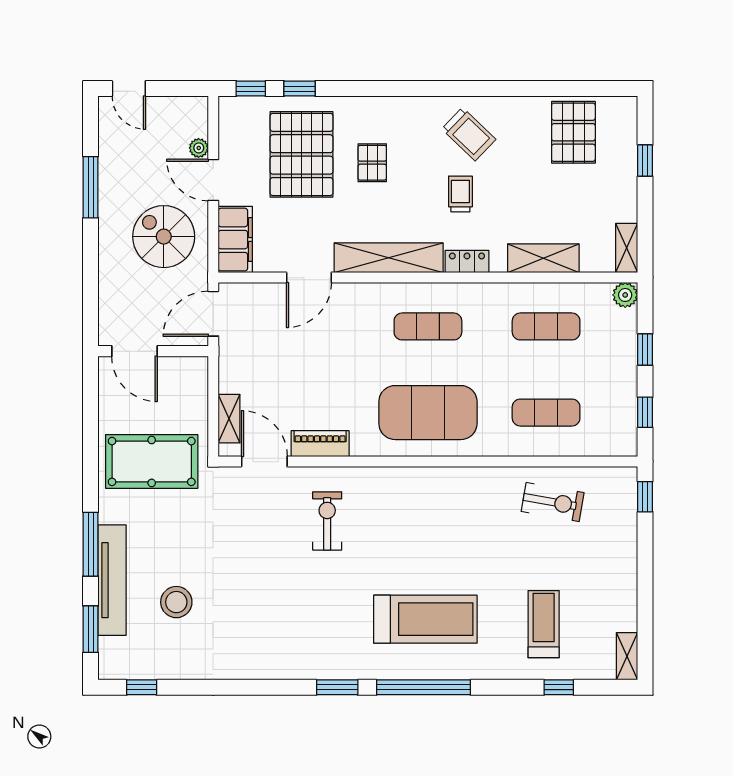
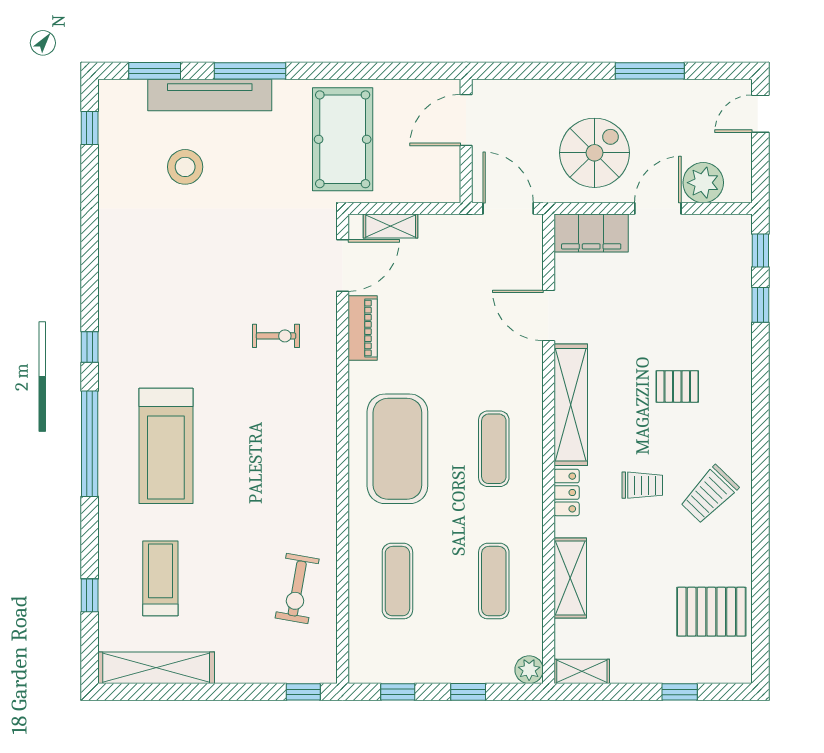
plant: (199, 148) -> (703, 183), width x1.87, depth x1.87
pallet: (302, 154) -> (687, 307), removed
exercise bike: (327, 521) -> (276, 336), width x0.73, depth x0.72
treadmill: (544, 624) -> (160, 578), turned -90
shelving: (627, 656) -> (156, 668), width x2.20, depth x1.33
window: (337, 687) -> (90, 347), width x0.67

